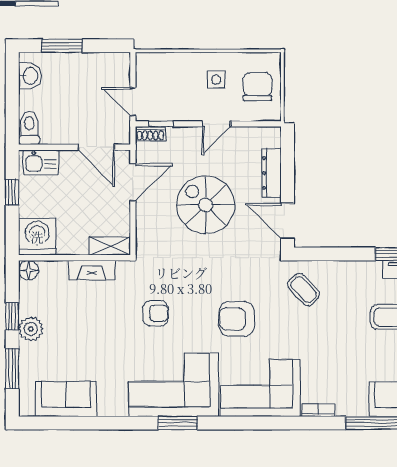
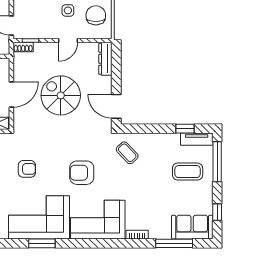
dresser: (272, 173) -> (105, 59), moved
door: (133, 182) -> (11, 95), moved

